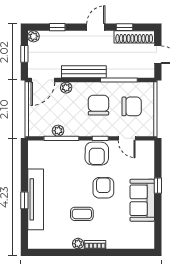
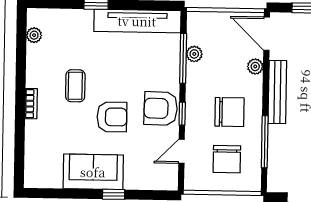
tv unit: (36, 199) -> (137, 21), moved
plant: (78, 244) -> (34, 35), moved

